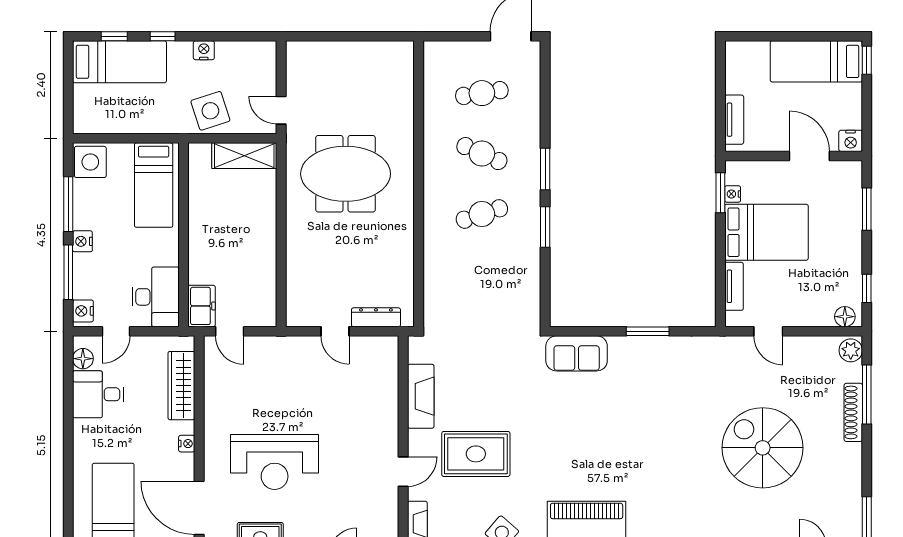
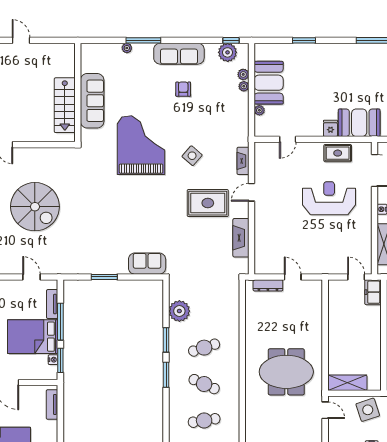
window: (720, 257) -> (60, 322), added
plant: (523, 275) -> (179, 311), added

